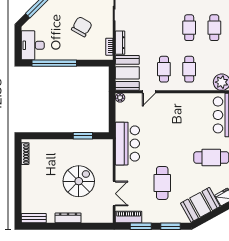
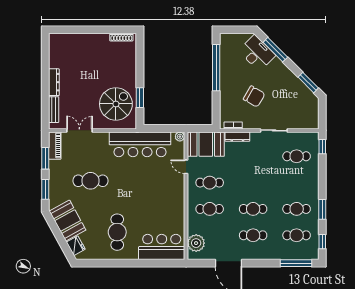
desk: (33, 45) -> (257, 53), moved, turned 45
bar counter: (127, 144) -> (140, 144), width x1.36
spiral stairs: (79, 181) -> (116, 104), moved, turned -90
double door: (114, 194) -> (79, 130), swing flipped
bench: (34, 218) -> (54, 110), moved

